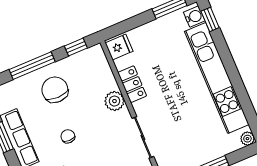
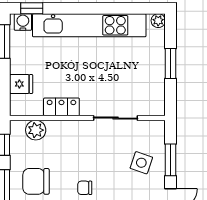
fridge: (119, 47) -> (21, 84), moved, turned 90
plant: (114, 101) -> (36, 130), moved

